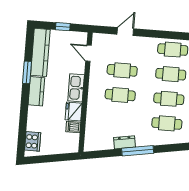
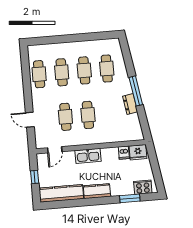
window: (27, 72) -> (130, 198), moved
fridge: (74, 111) -> (138, 152), moved

